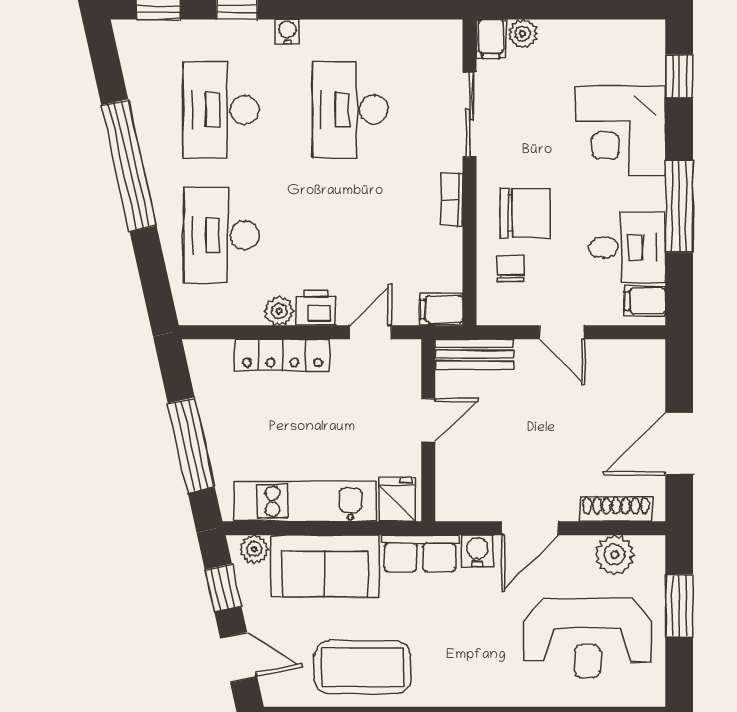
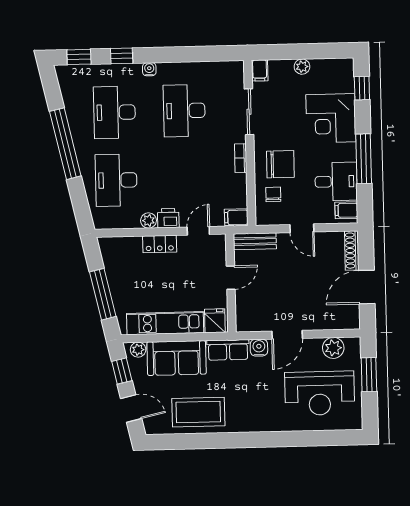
plant: (523, 34) -> (302, 67), moved
locker: (282, 355) -> (160, 244), width x0.66
shoe rack: (616, 509) -> (352, 250), moved, turned -90

